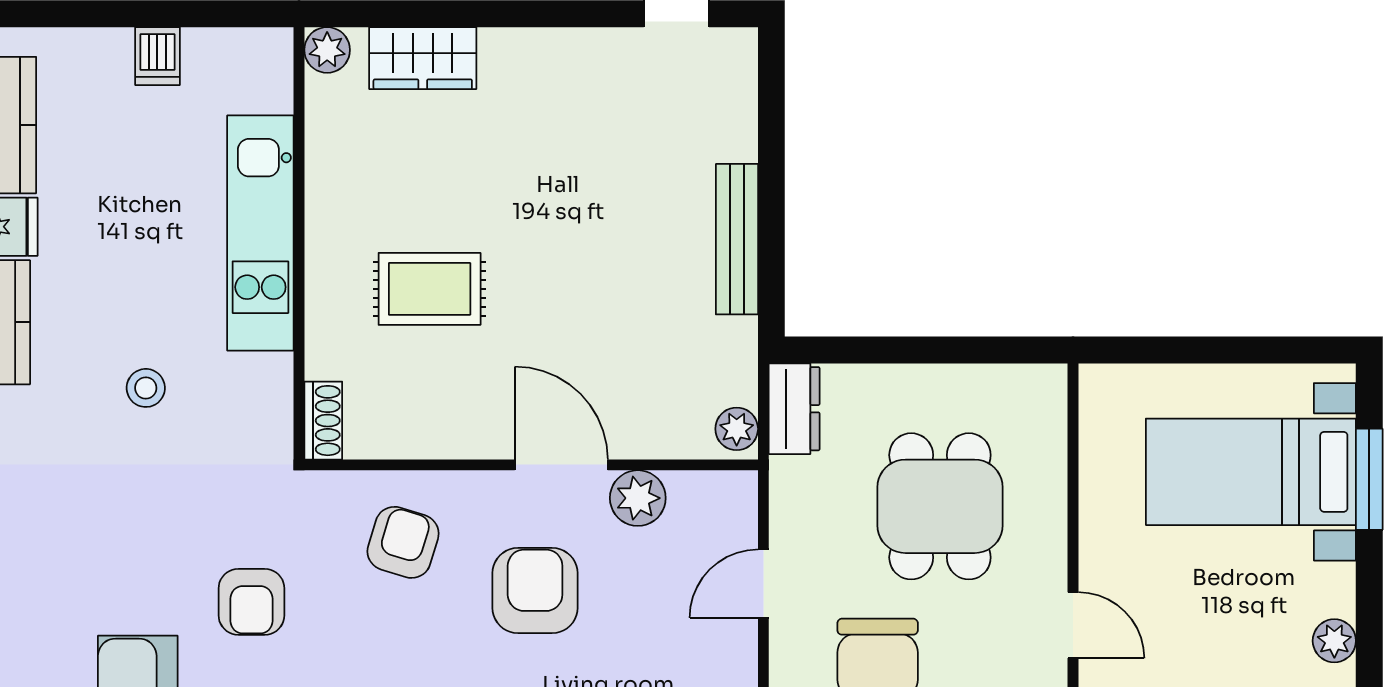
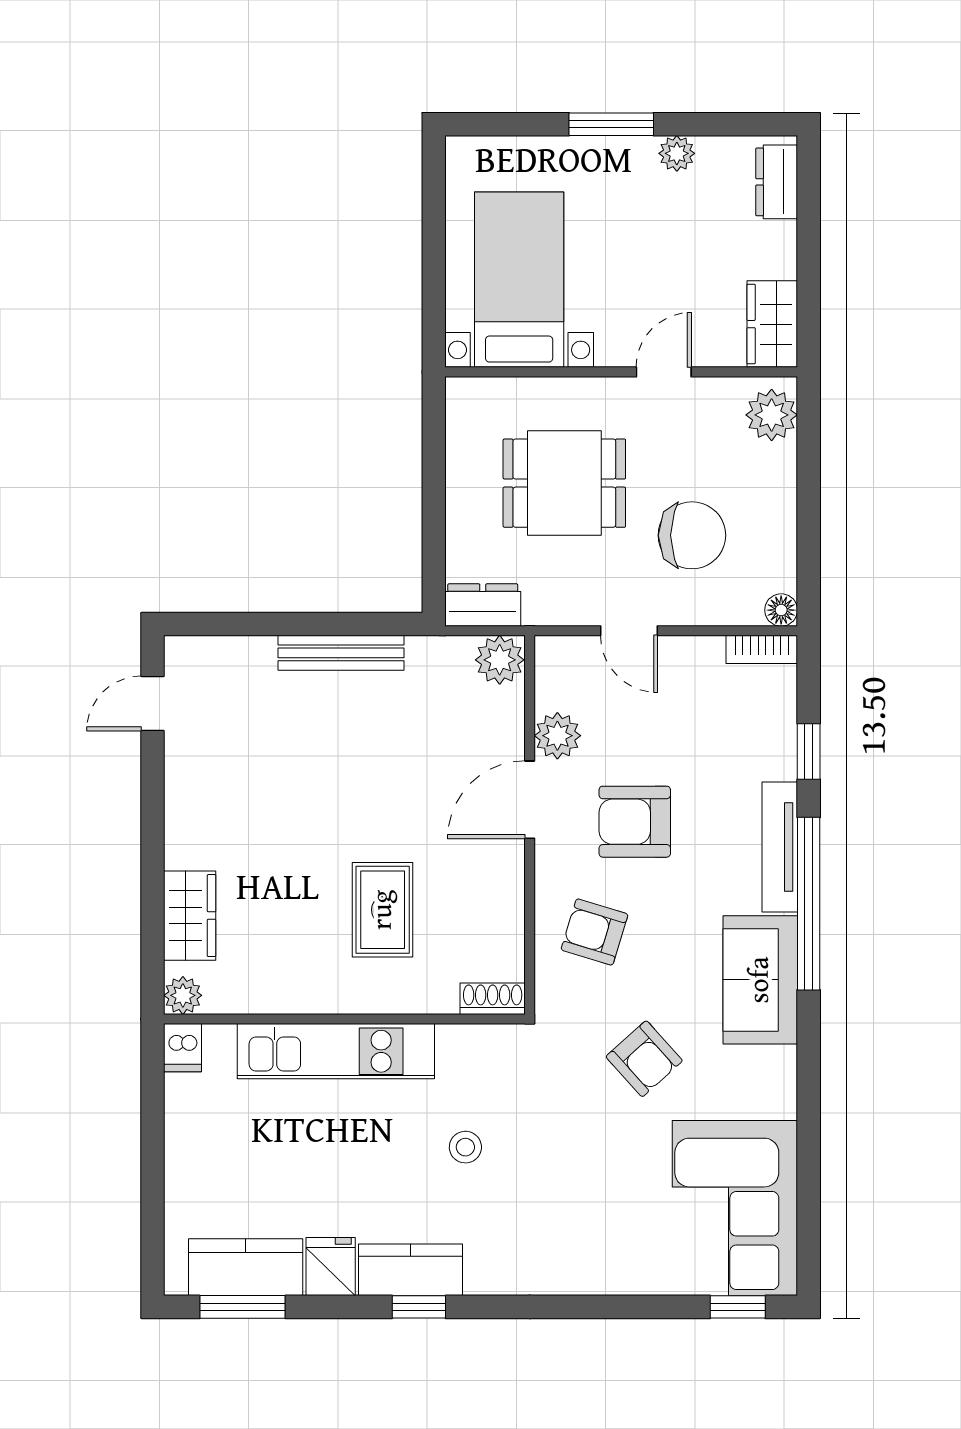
dishwasher: (157, 56) -> (183, 1048), moved, turned 90
plant: (737, 429) -> (500, 660), width x1.38, depth x1.38
bed with nightstands: (1251, 472) -> (519, 280), moved, turned 180
window: (1369, 479) -> (611, 124), moved
armchair: (251, 602) -> (644, 1059), turned 48

